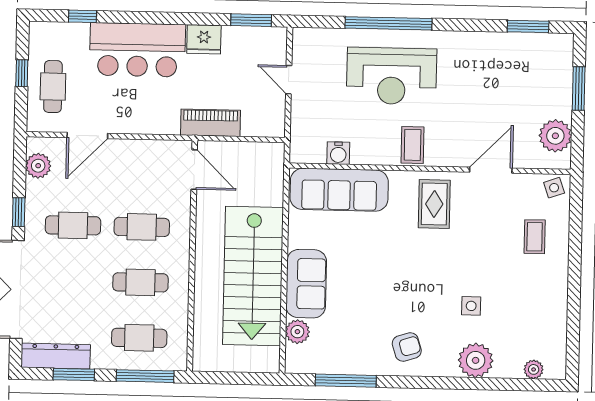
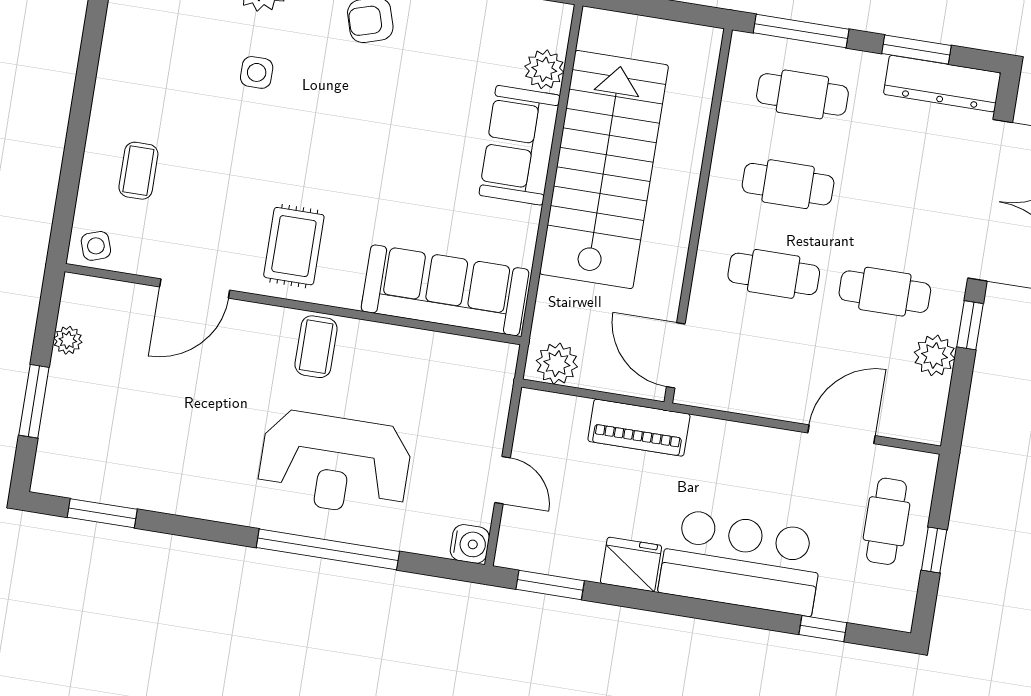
reception desk: (392, 76) -> (335, 463), turned 180
plant: (555, 136) -> (68, 340), width x0.53, depth x0.53
water cooler: (338, 153) -> (470, 544), moved, turned 90
plant: (265, 155) -> (557, 364), added
plant: (38, 166) -> (935, 355), moved

